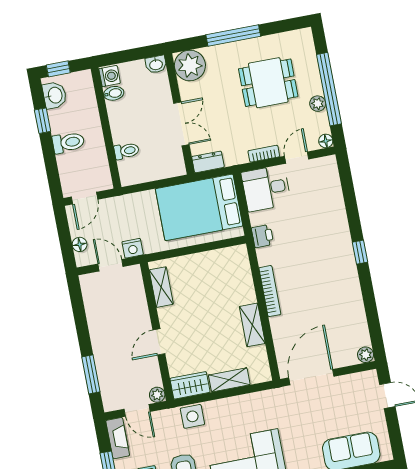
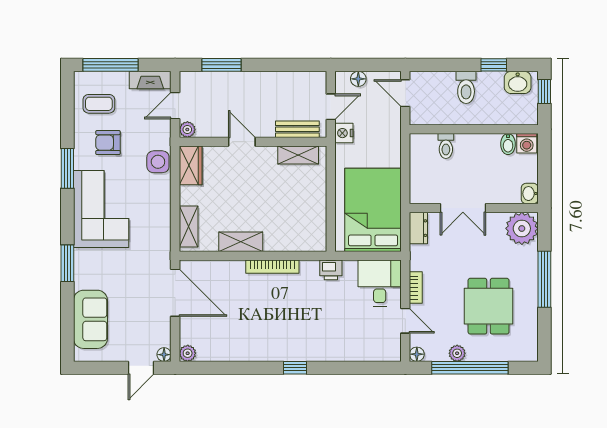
bench: (137, 292) -> (297, 129), added
floor lamp: (371, 376) -> (164, 355), added
shelving: (229, 380) -> (189, 227), moved

